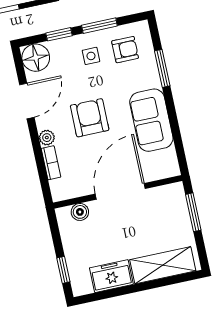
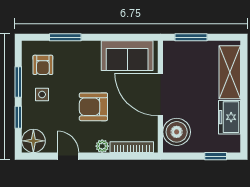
armchair: (125, 50) -> (43, 65), turned 180
door: (27, 101) -> (68, 156), width x0.73
sofa: (151, 120) -> (127, 56), moved
bookcase: (51, 163) -> (132, 147), width x1.56
boiler: (80, 212) -> (177, 132), width x1.86, depth x1.86

